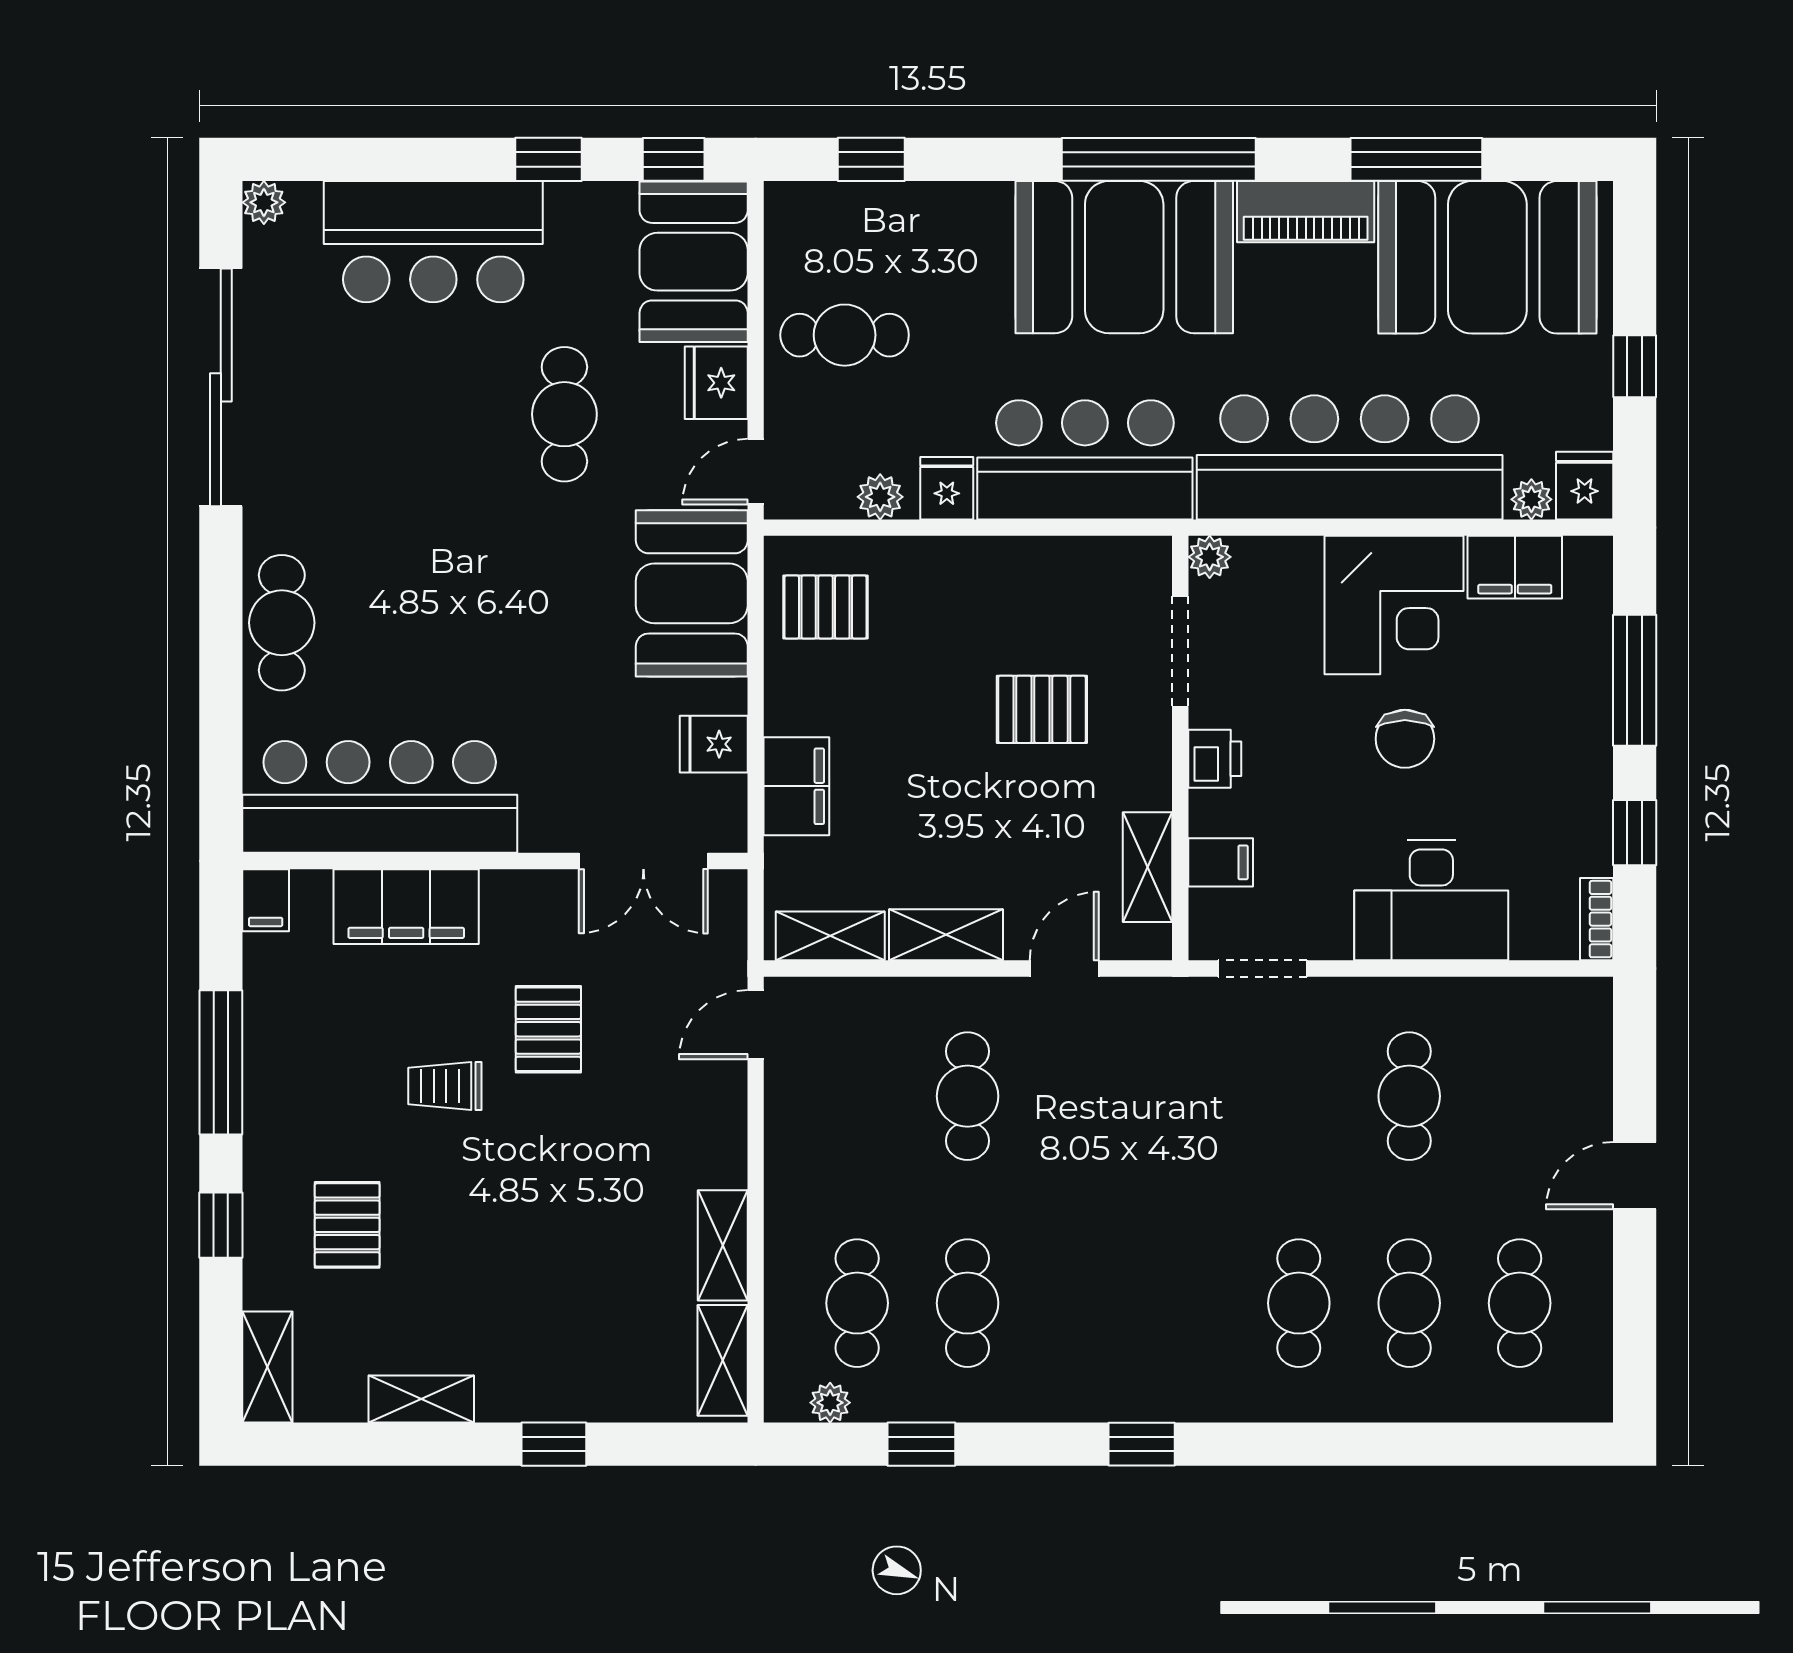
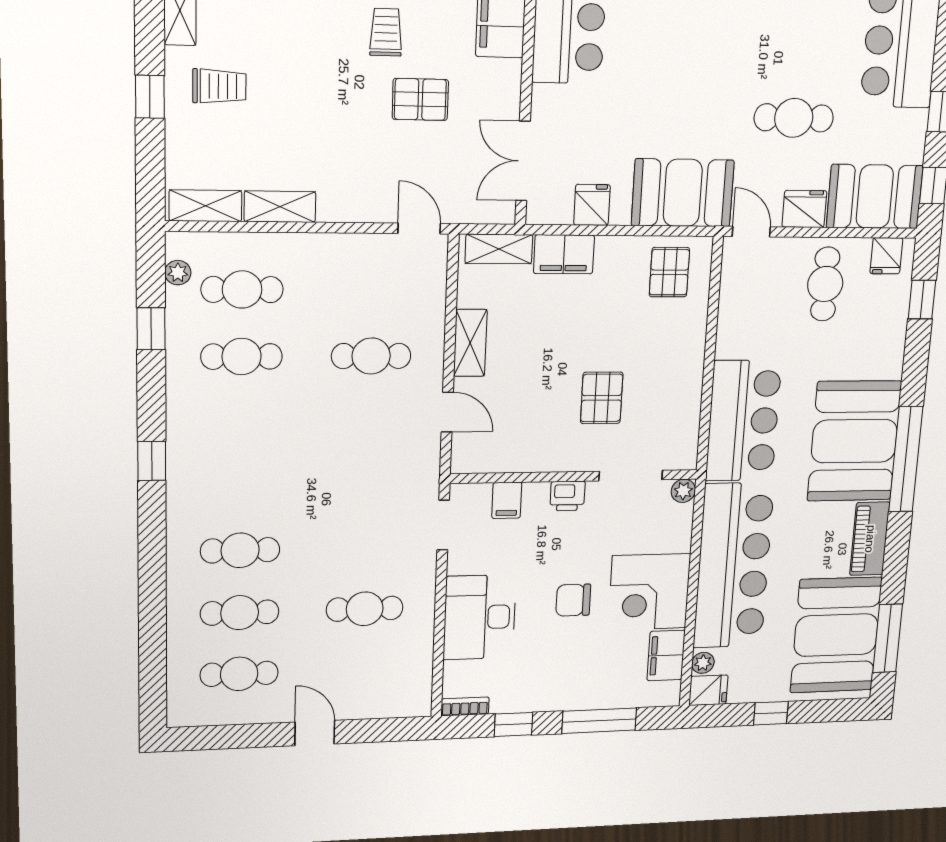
window: (1416, 159) -> (888, 638), moved
fridge: (947, 488) -> (886, 256), moved, turned 90
plant: (880, 497) -> (731, 304), removed
shelving: (1148, 867) -> (506, 459), removed
shelving: (830, 936) -> (499, 249), moved, turned 90
trolley: (535, 1340) -> (219, 86), added

